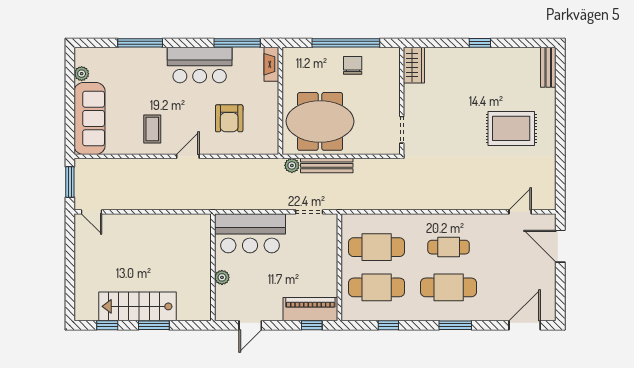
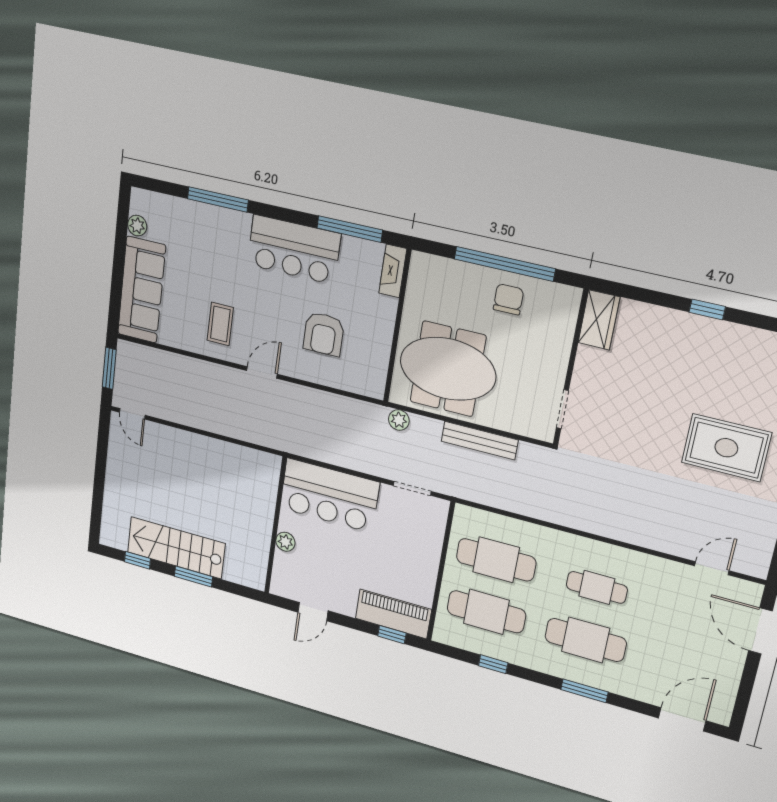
bench: (327, 165) -> (480, 441), moved

